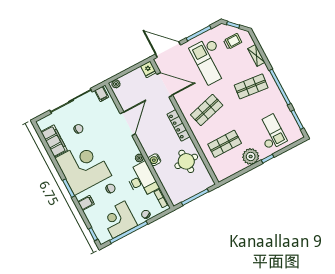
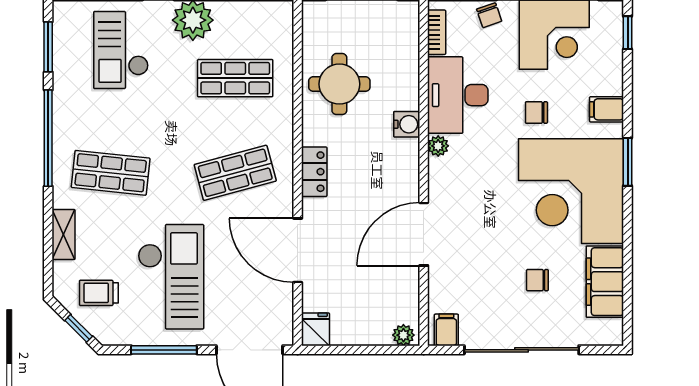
door: (165, 85) -> (298, 250), moved
locker: (179, 125) -> (314, 172), width x0.66

